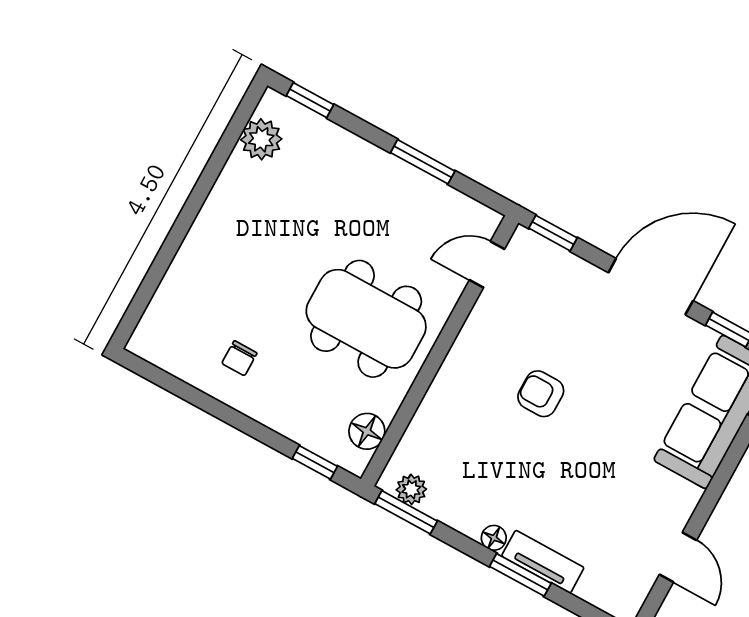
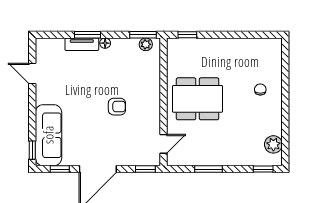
chair: (239, 358) -> (260, 89), moved
floor lamp: (367, 431) -> (174, 57), removed

